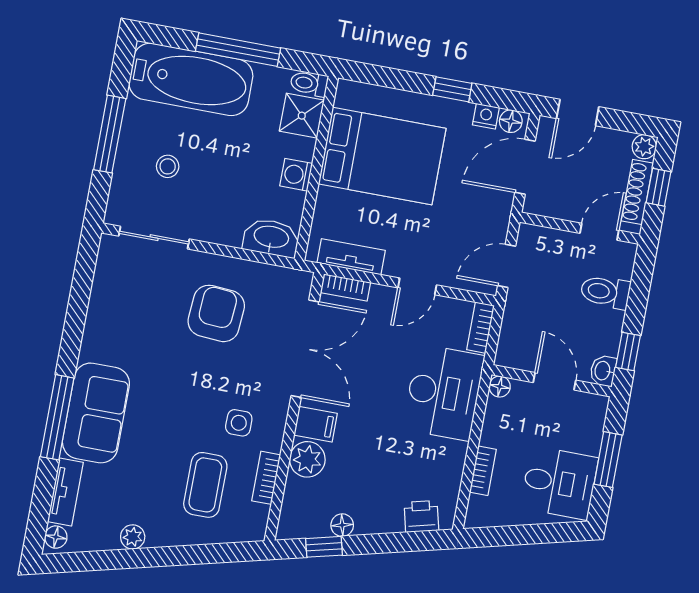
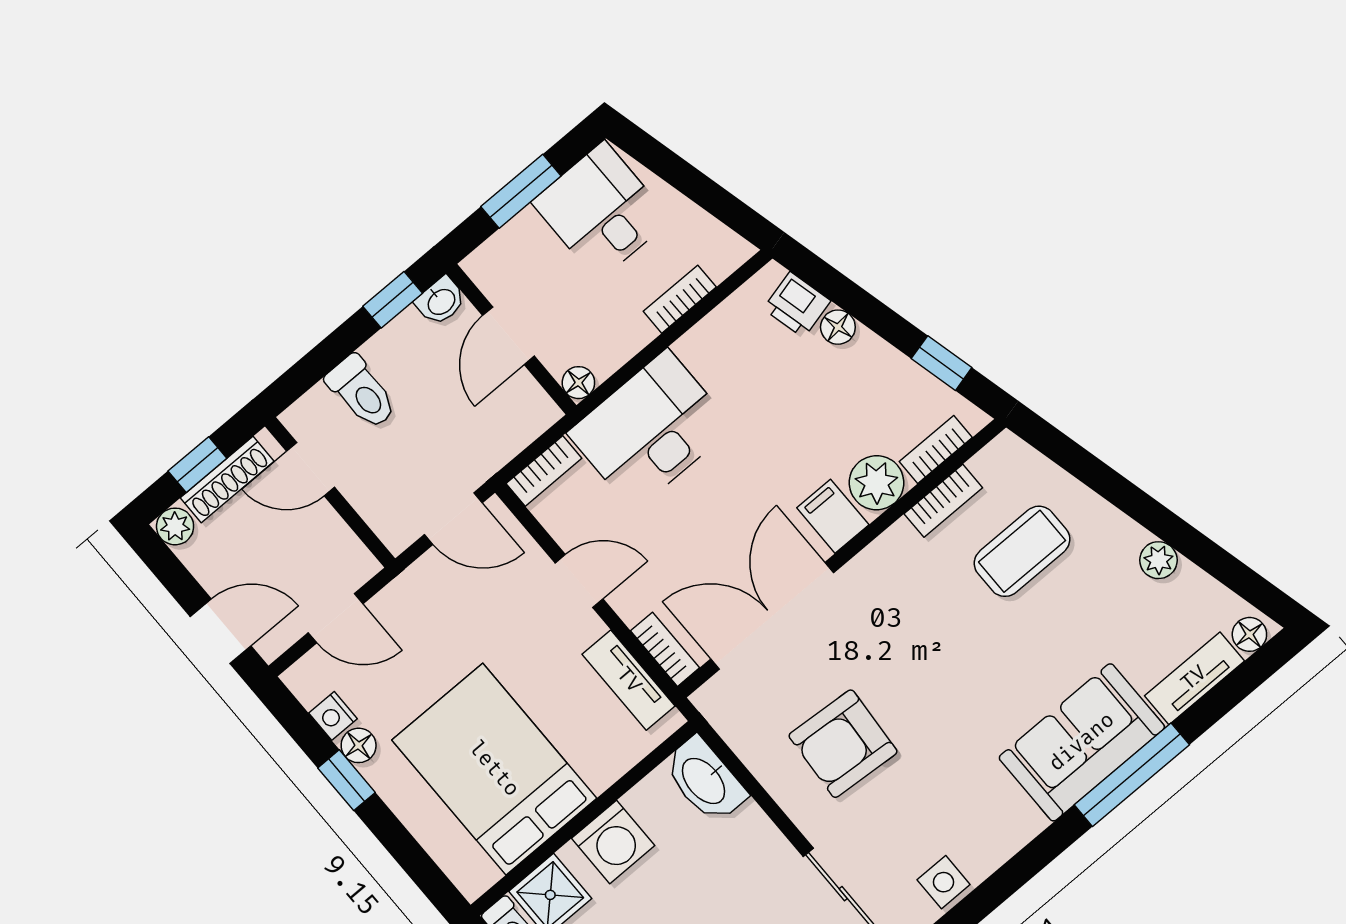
floor lamp: (511, 121) -> (359, 745), moved
door: (525, 167) -> (336, 618), width x0.73
washing machine: (296, 175) -> (613, 842), width x1.38, depth x1.38
side table: (239, 423) -> (944, 882), moved
bookcase: (291, 501) -> (936, 449), added
floor lamp: (342, 525) -> (838, 327), moved

